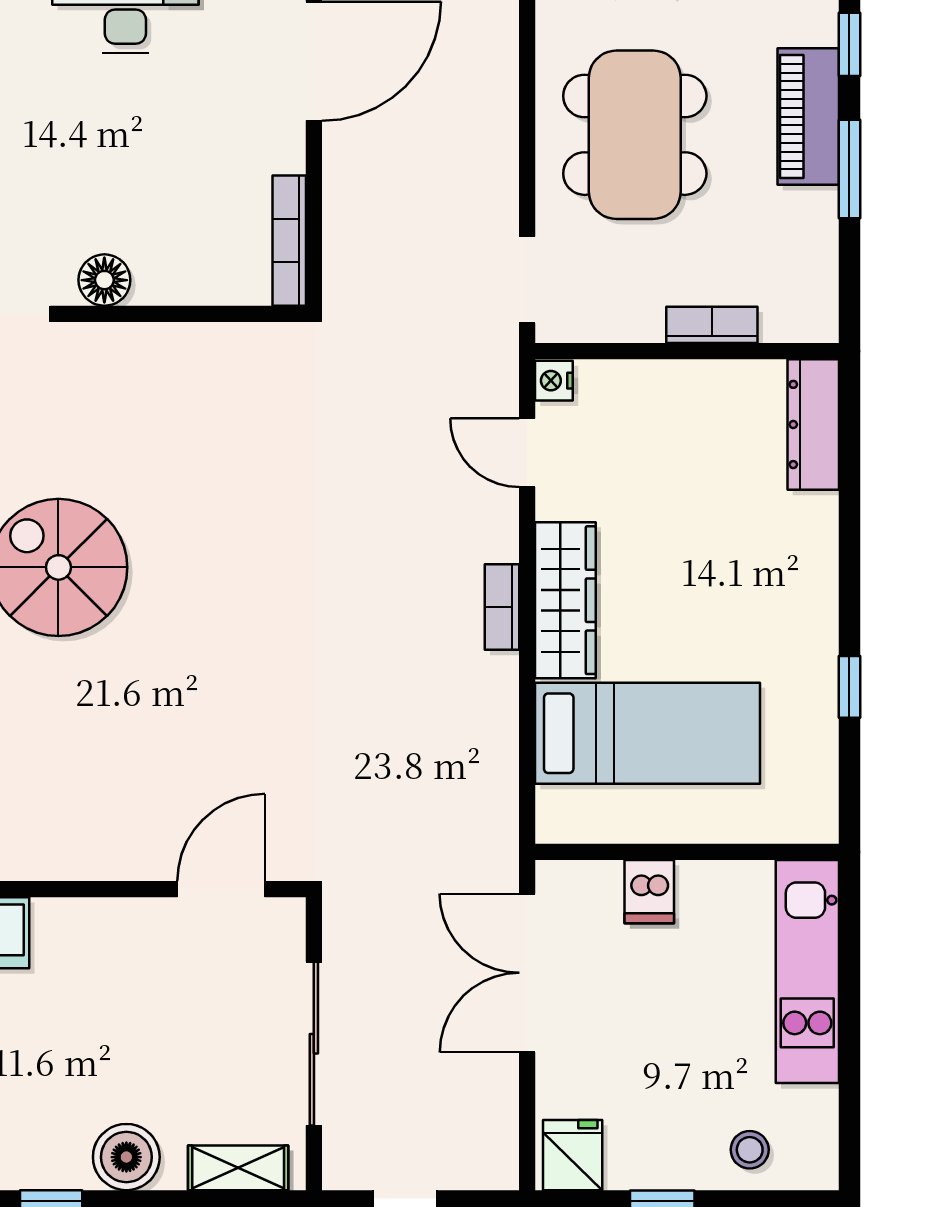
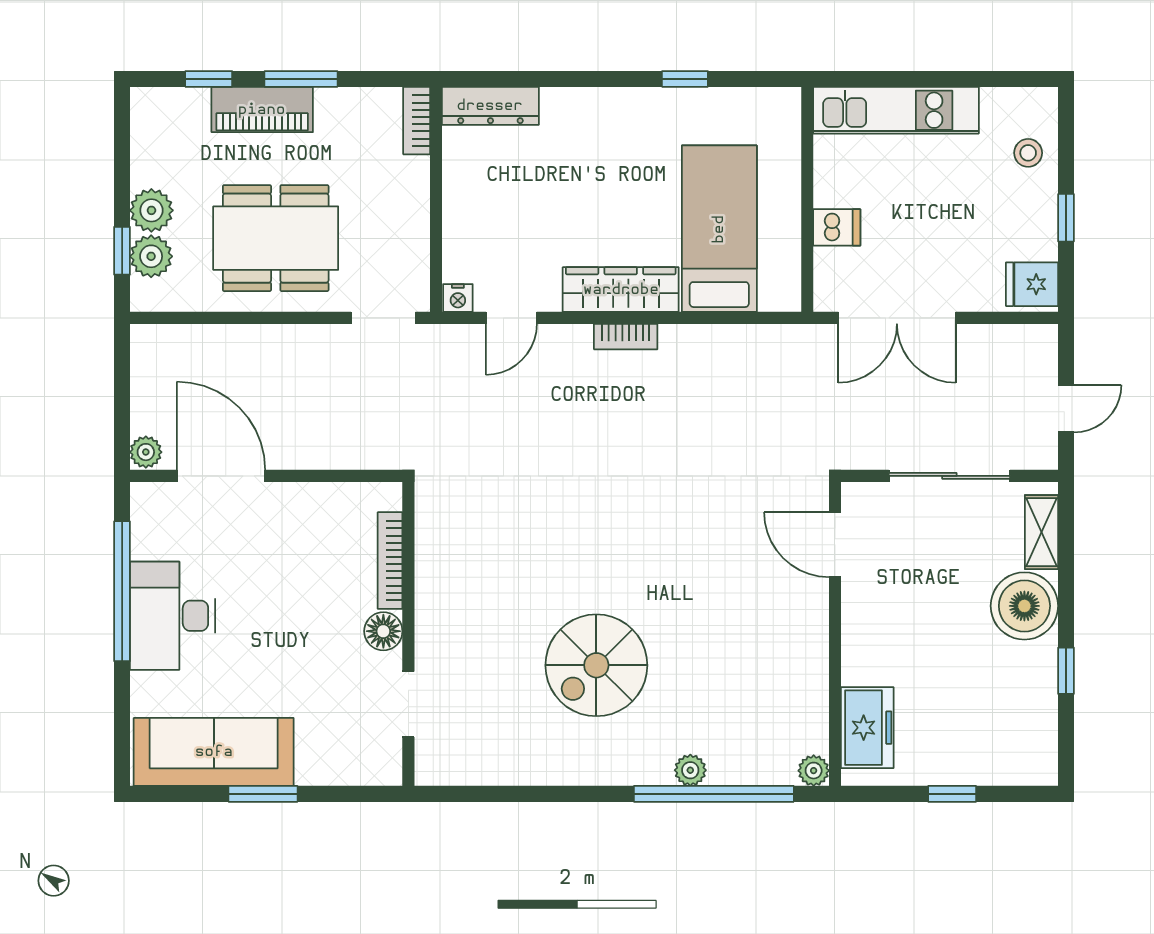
bookcase: (289, 241) -> (390, 561), moved, turned 90
bookcase: (712, 325) -> (417, 121), moved
boiler: (126, 1157) -> (1024, 606), width x1.37, depth x1.37

